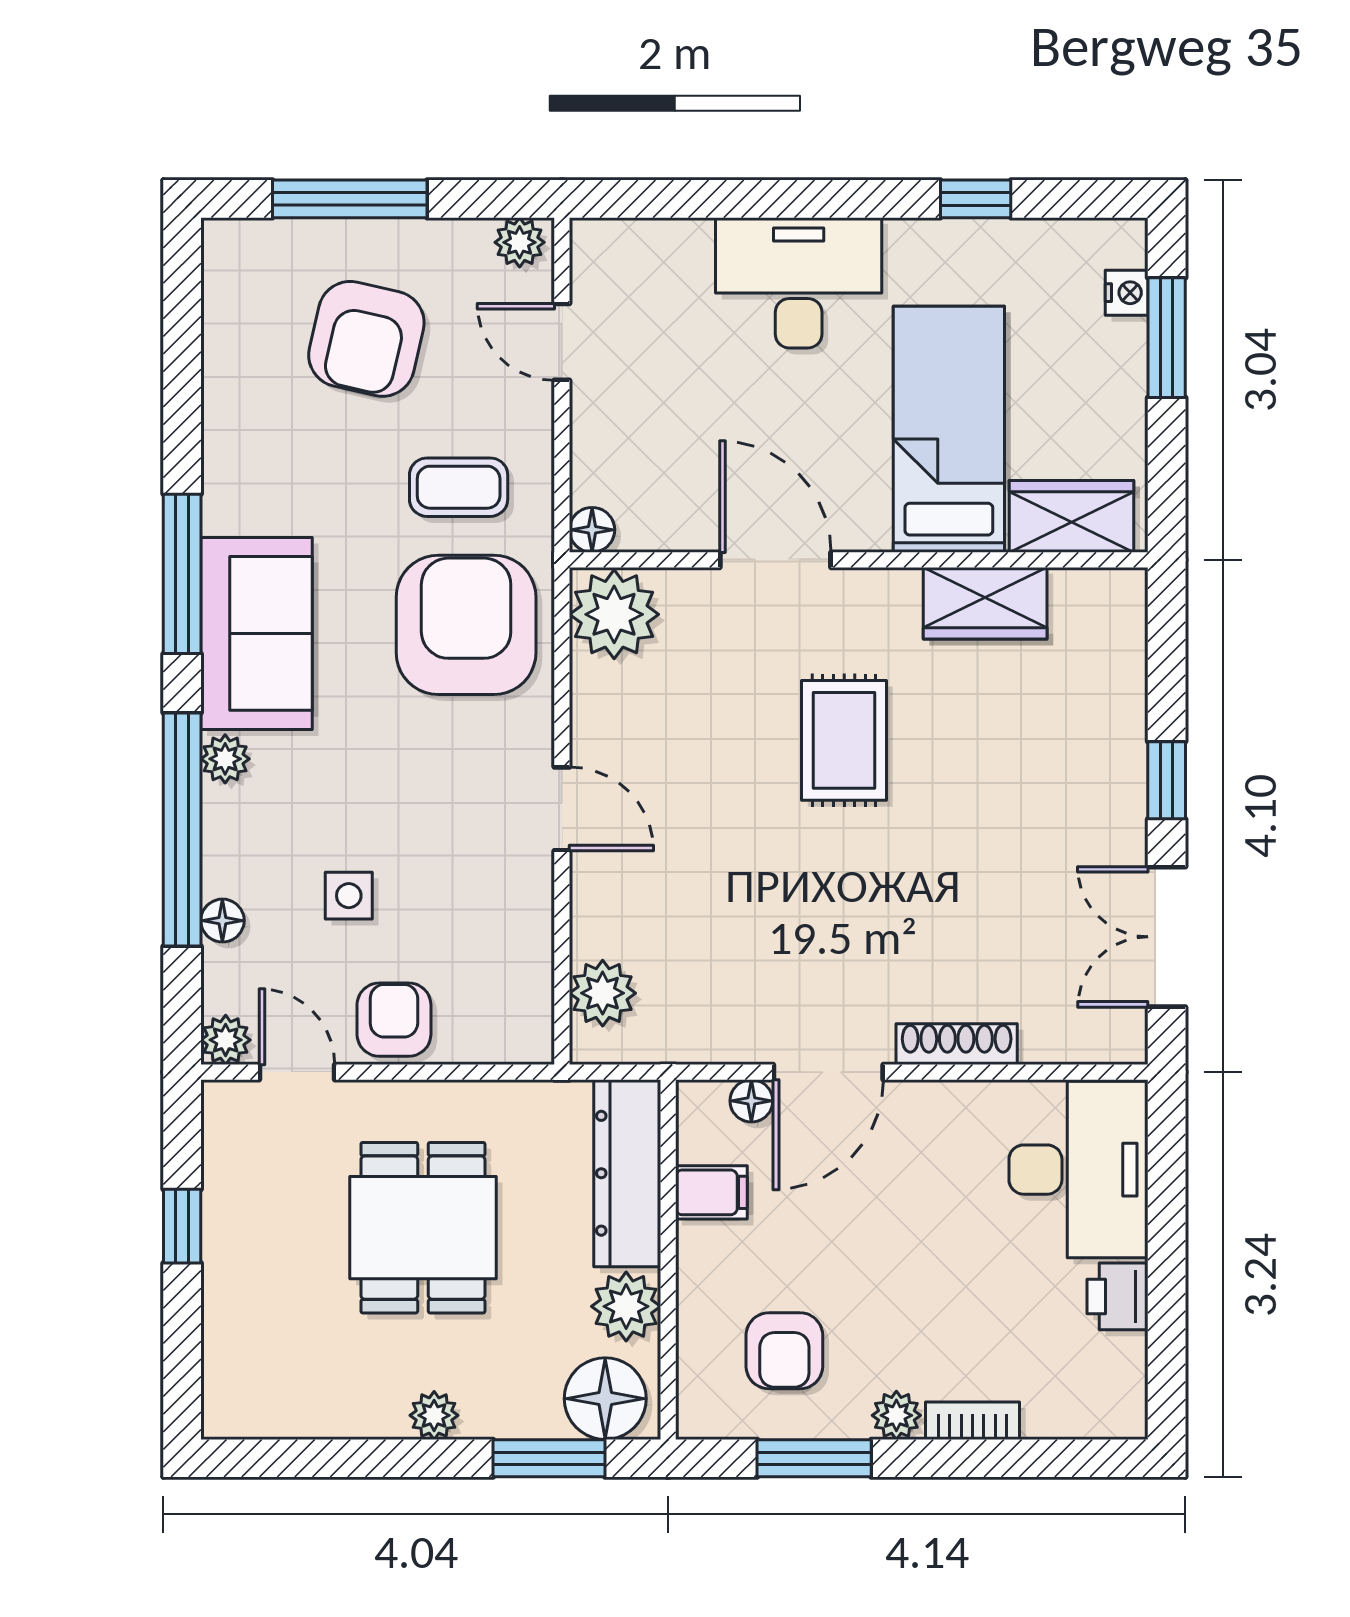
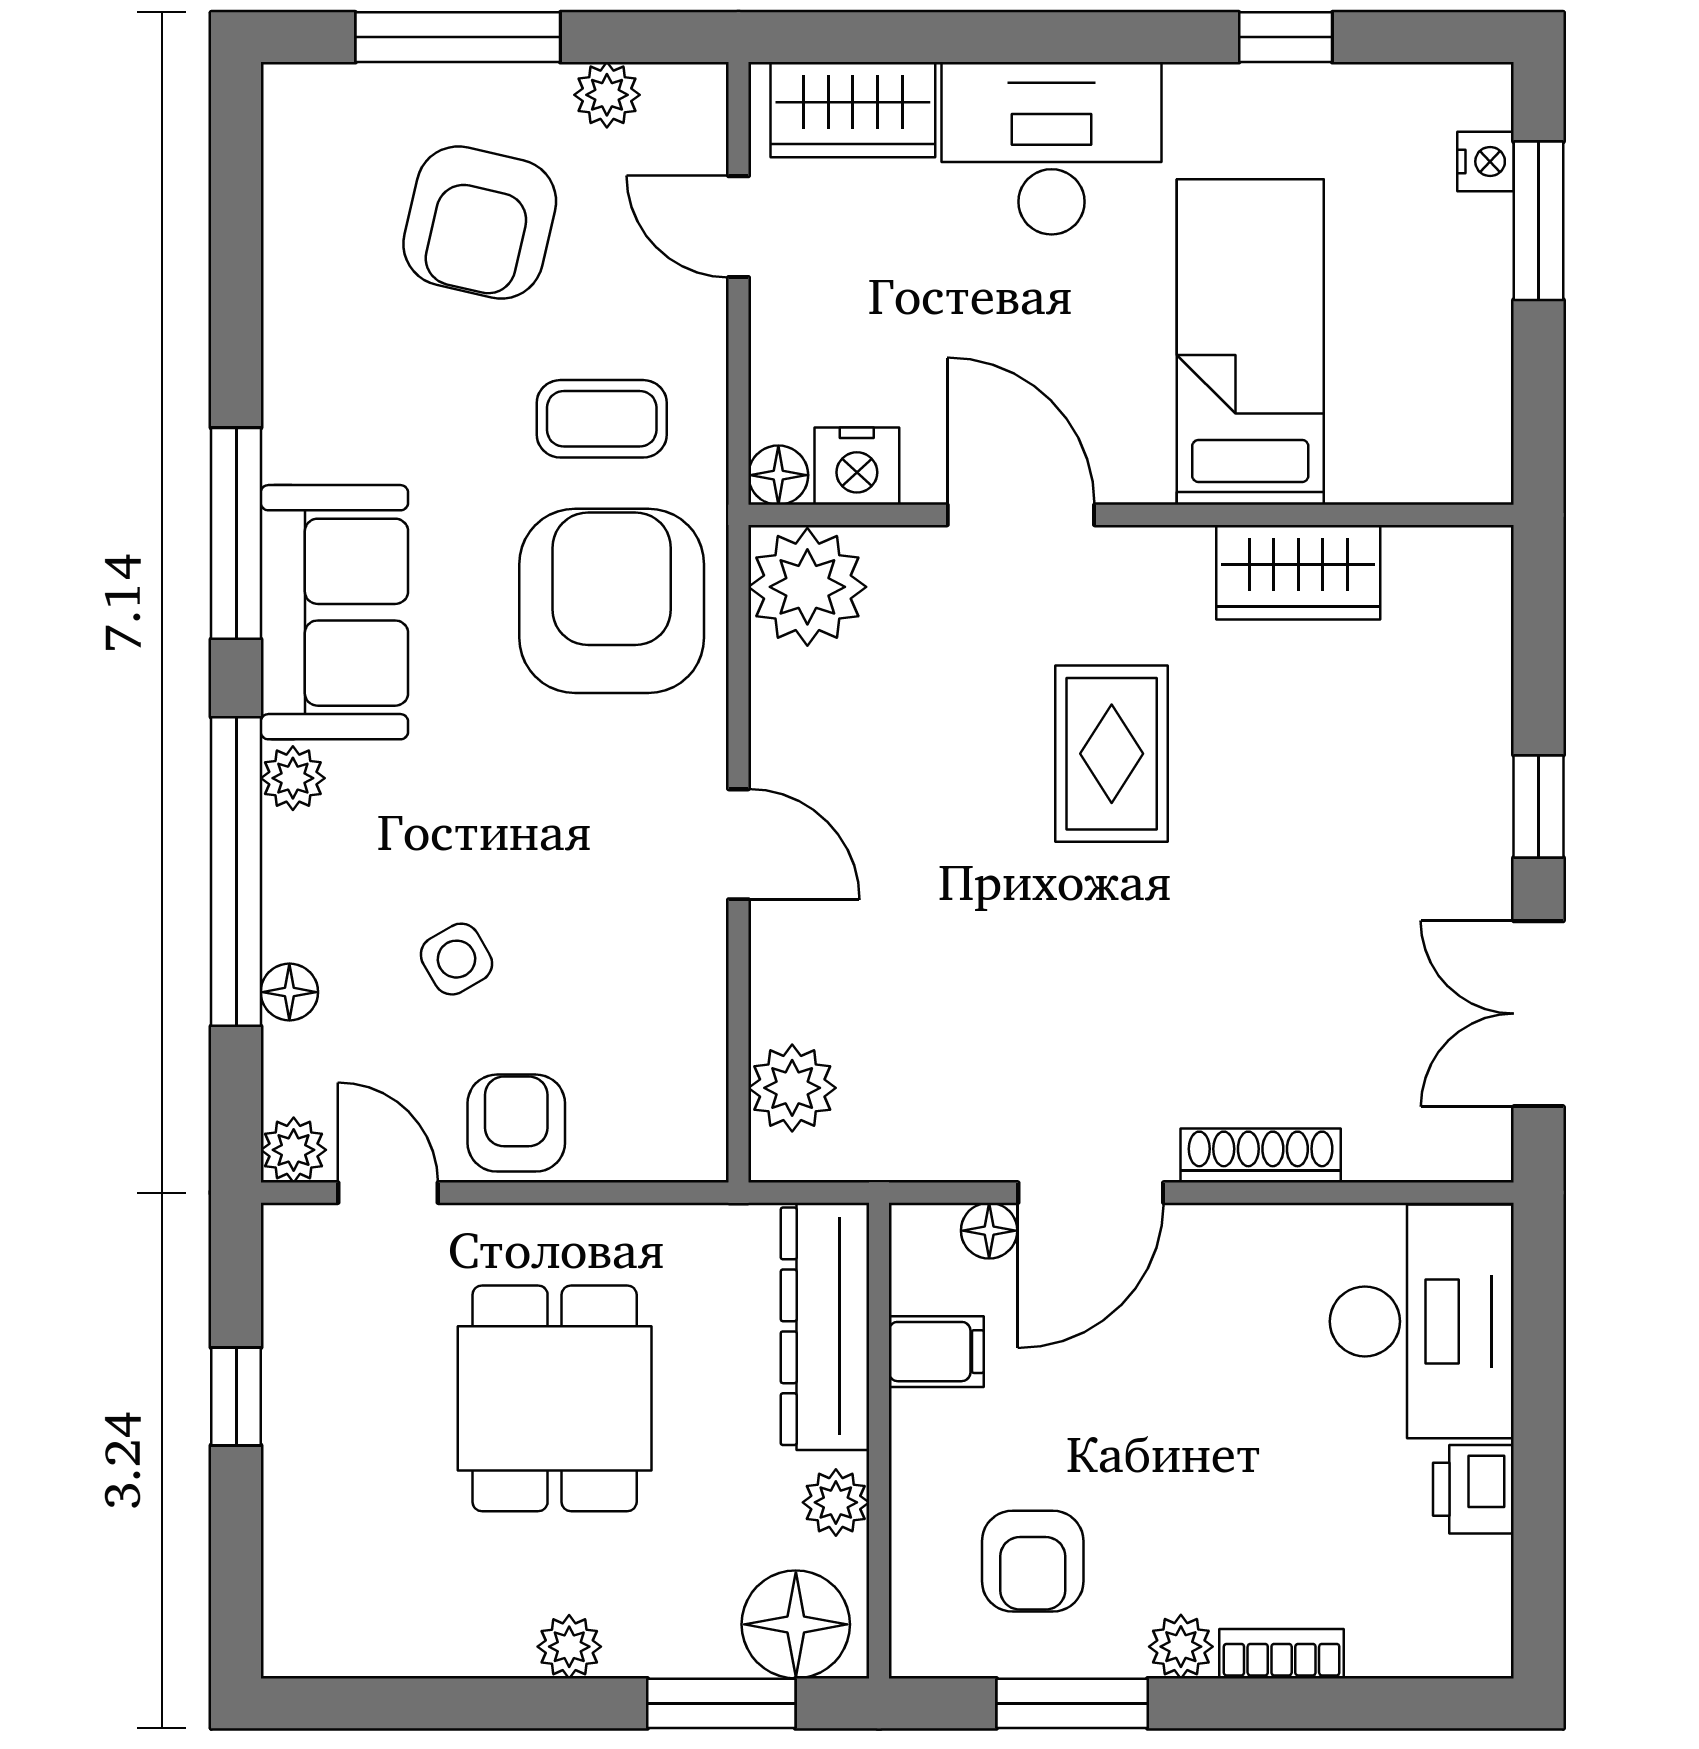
plant: (520, 242) -> (607, 95), moved
wardrobe: (1071, 516) -> (853, 110), moved, turned 180
nightstand: (651, 523) -> (857, 466), added
side table: (349, 896) -> (456, 959), turned -30
plant: (626, 1306) -> (836, 1502), width x0.73, depth x0.73

